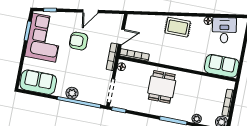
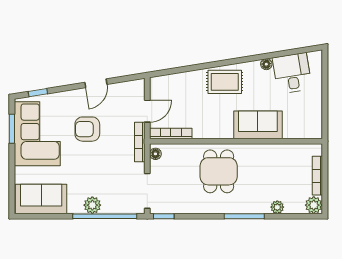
sofa: (222, 66) -> (258, 125), moved

